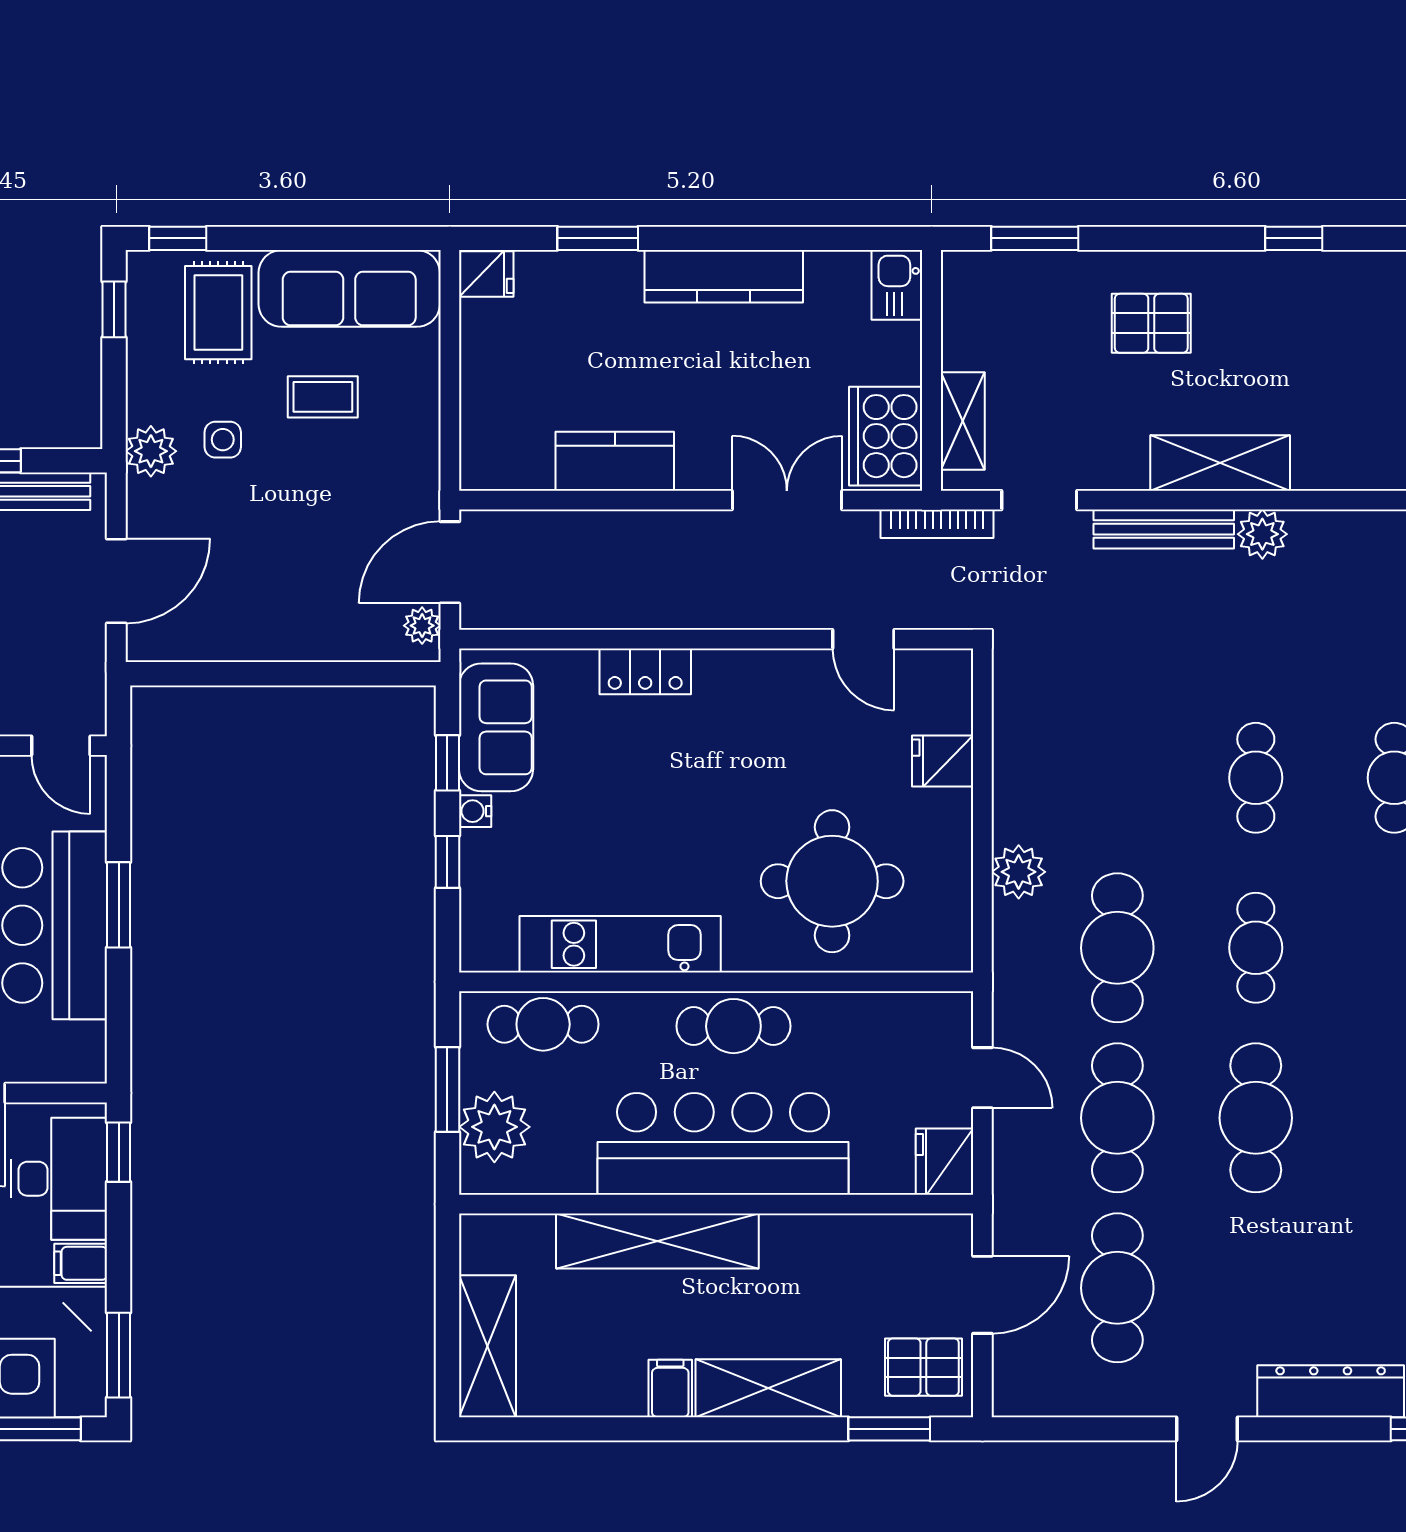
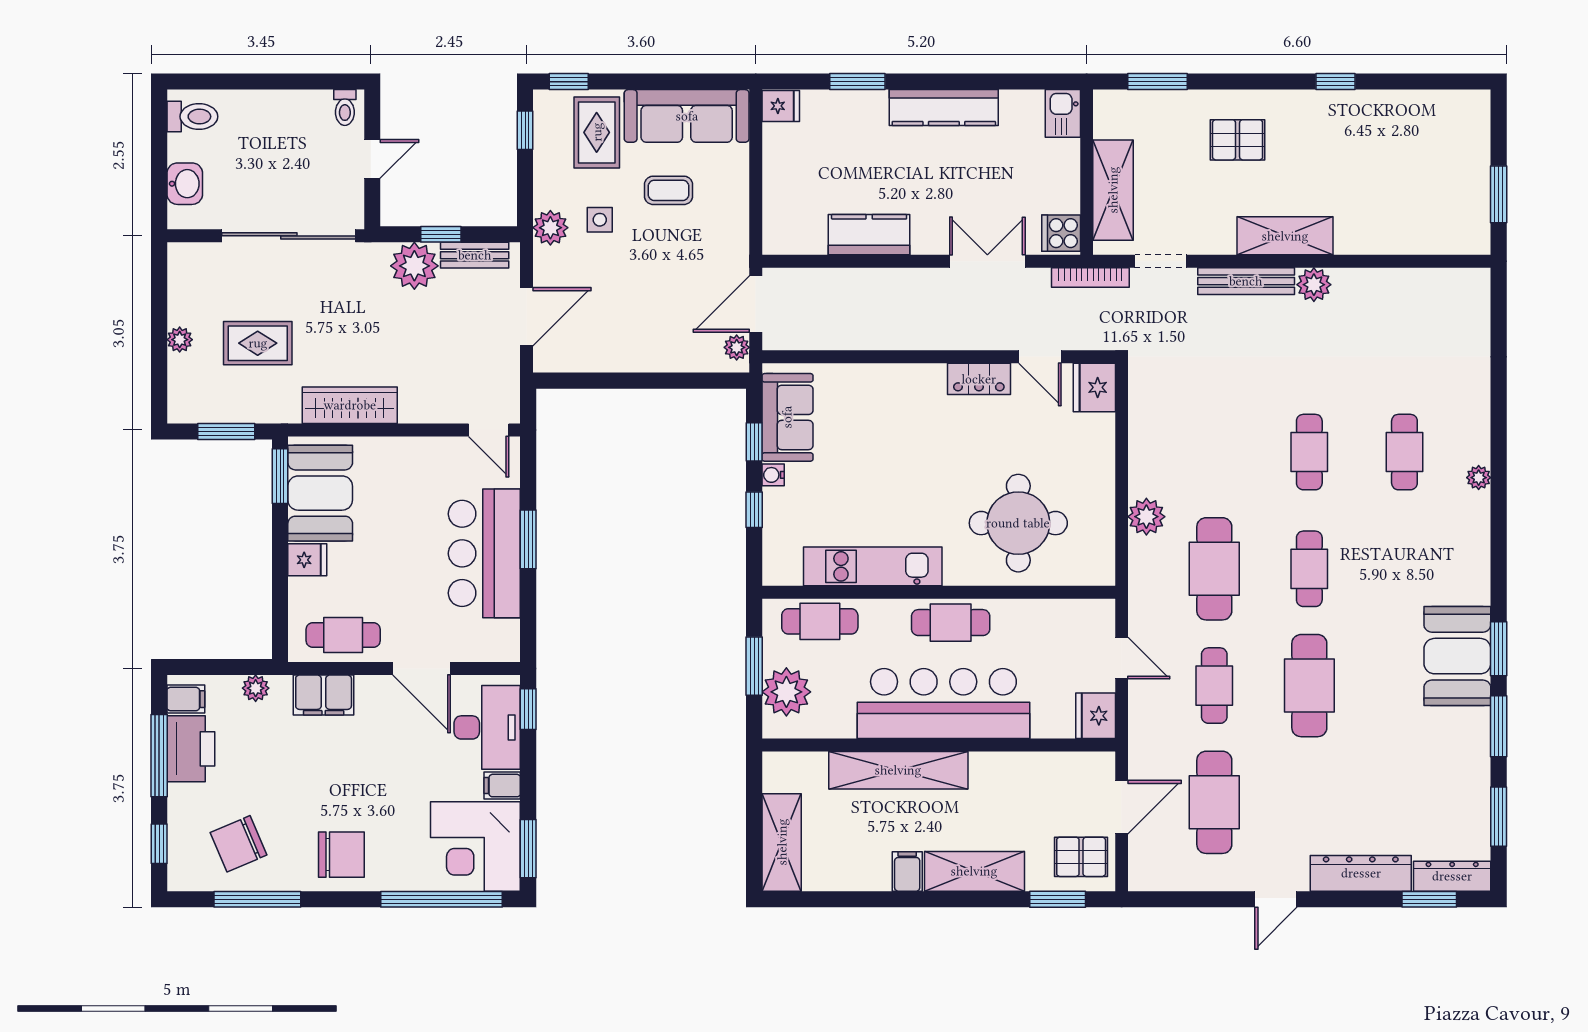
shelving: (963, 421) -> (1113, 190), width x1.50, depth x1.33
cooker: (886, 436) -> (1061, 233), width x0.53, depth x0.76
locker: (645, 671) -> (979, 379), moved
fridge: (943, 761) -> (1094, 387), moved, width x1.38
cafe table: (1117, 1118) -> (1214, 686), width x0.73, depth x0.74

